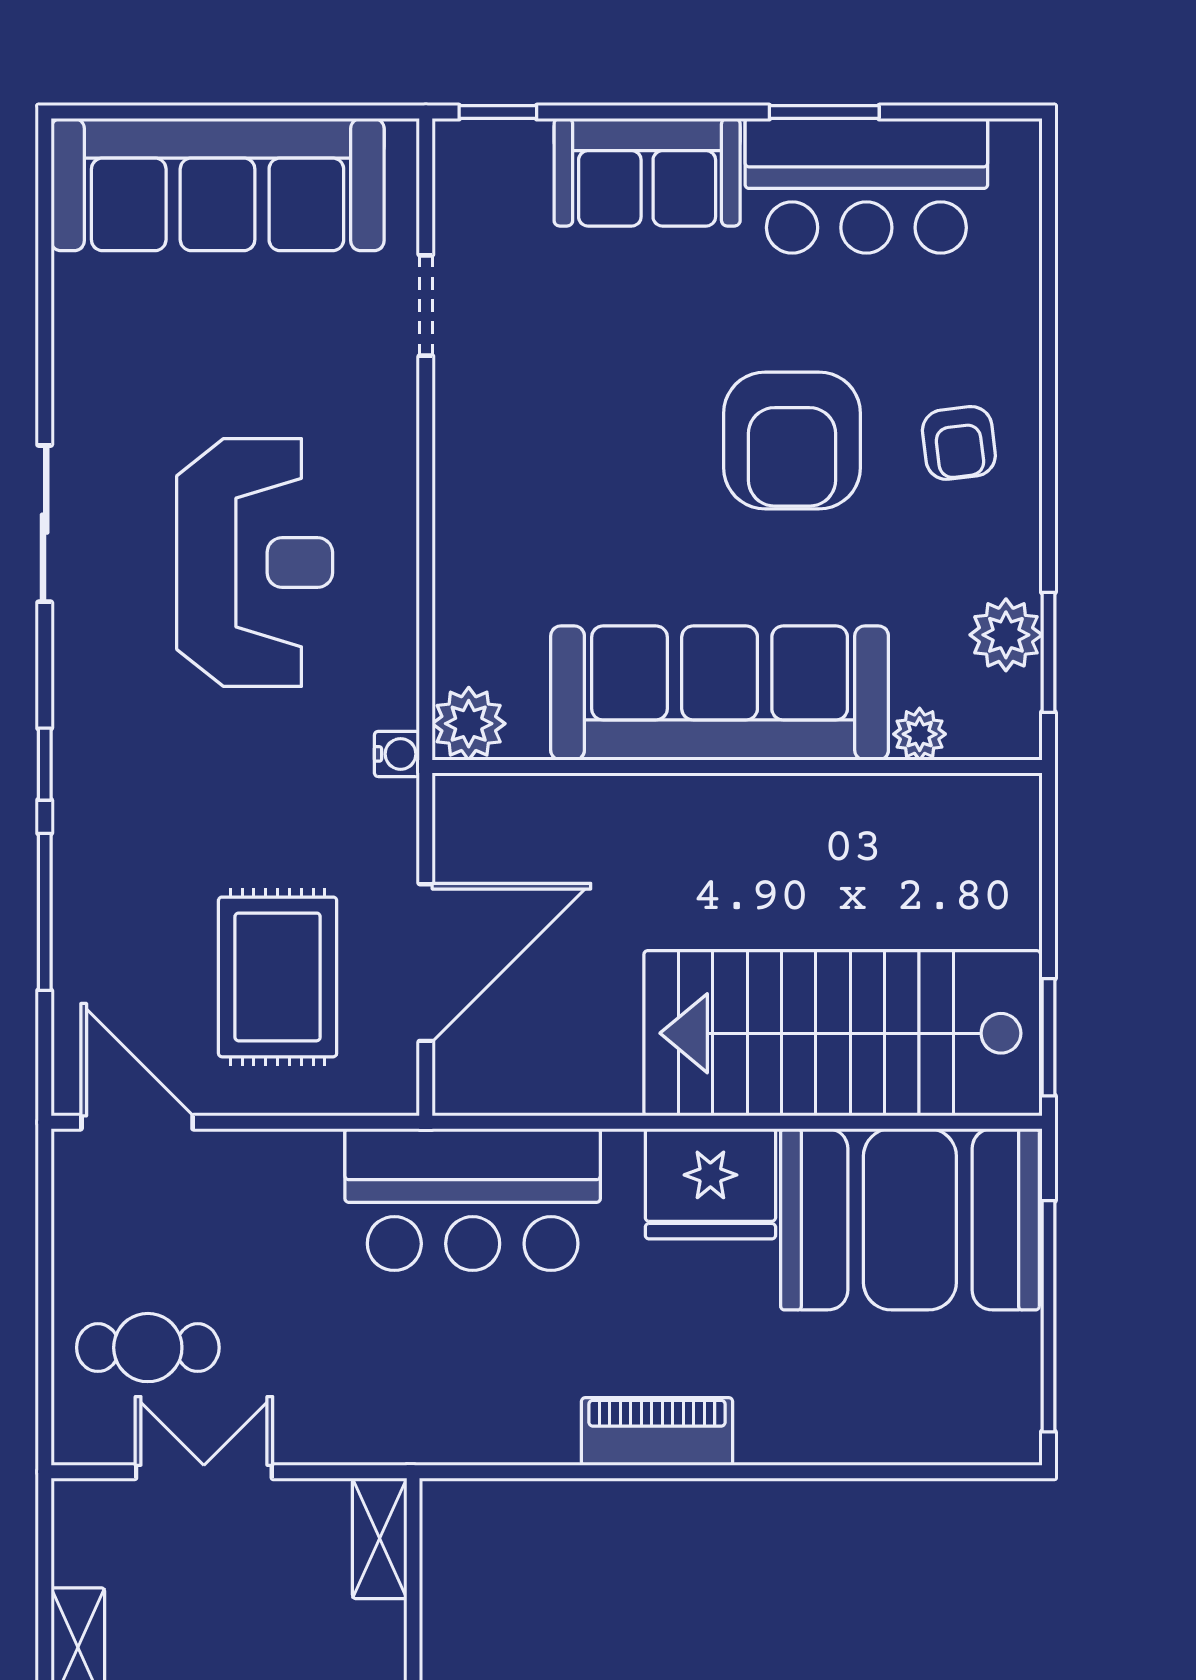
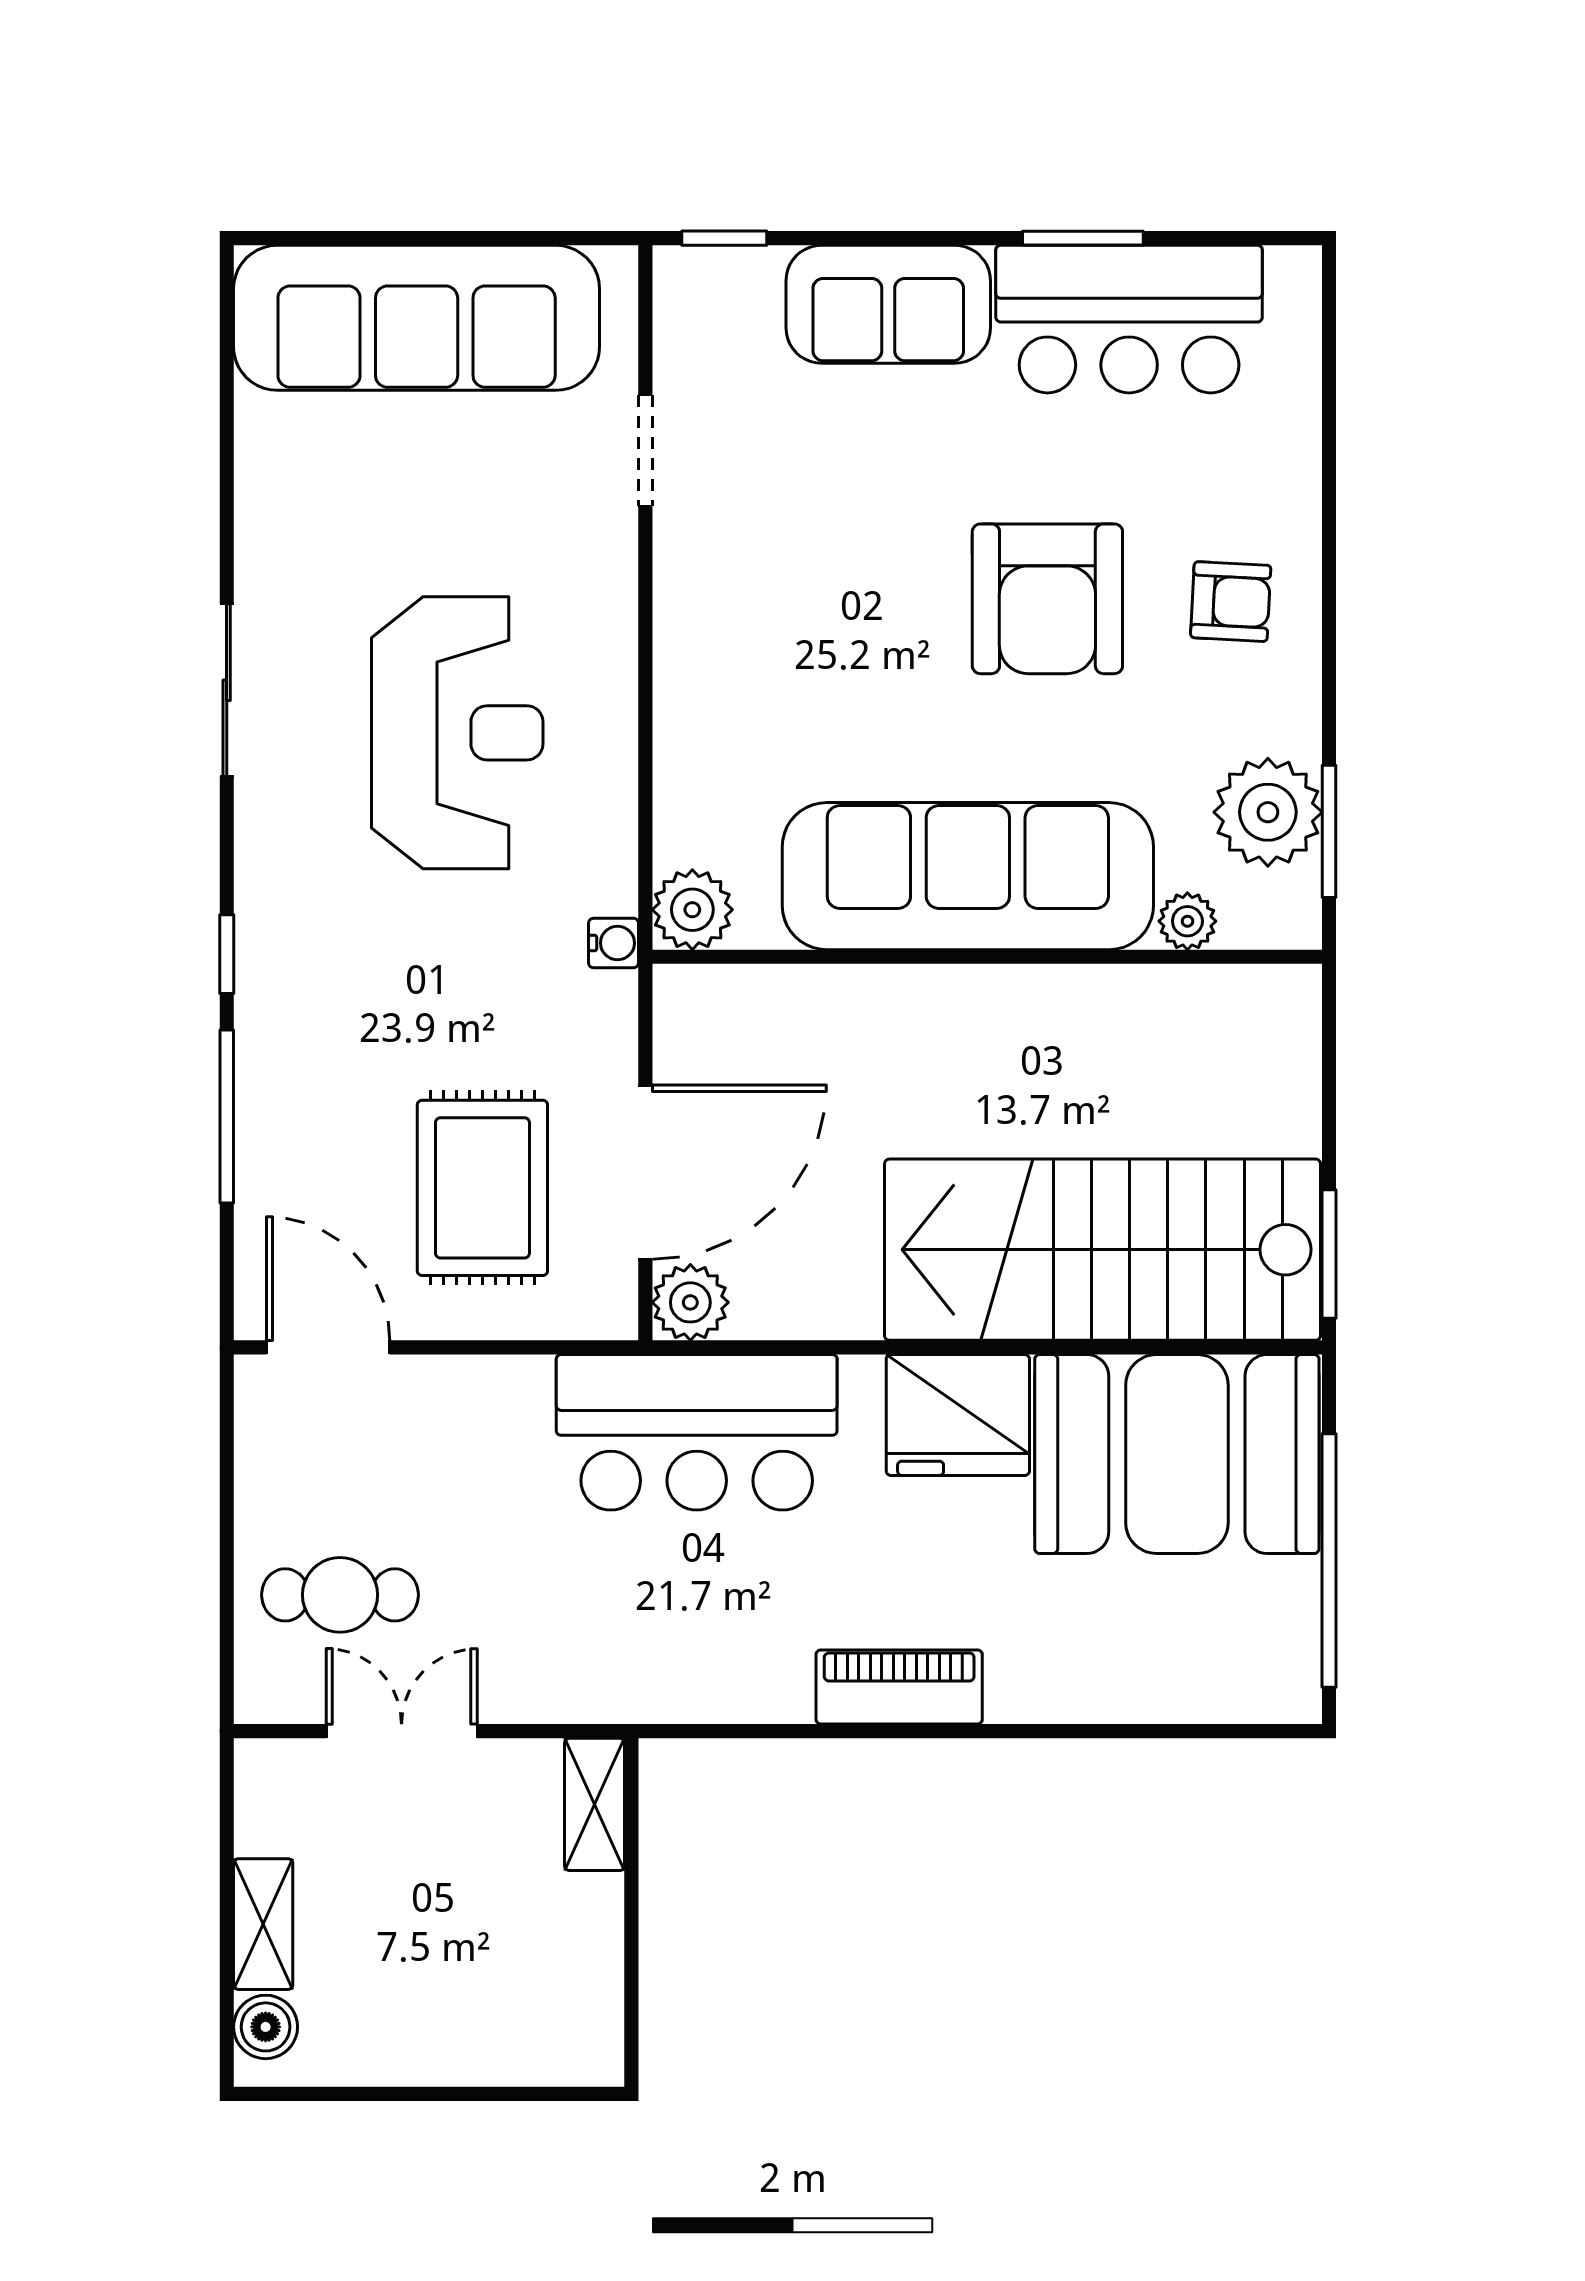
armchair: (959, 443) -> (1231, 602), turned -80
plant: (1006, 635) -> (1268, 812), width x1.36, depth x1.36
plant: (467, 1081) -> (690, 1302), added

